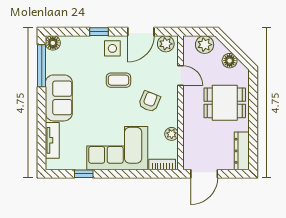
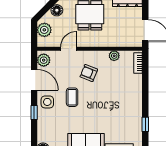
corner sofa: (117, 148) -> (125, 98), removed

